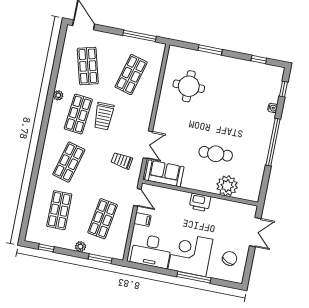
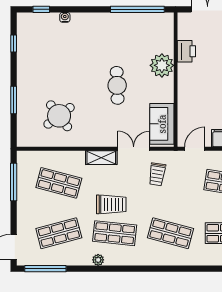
window: (60, 48) -> (45, 269), added
round table: (189, 86) -> (59, 116), turned -37
shelving: (146, 115) -> (101, 158), added
window: (273, 142) -> (137, 9), moved
cafe table: (216, 154) -> (117, 85), moved
plant: (227, 186) -> (162, 65), moved
printer: (200, 202) -> (186, 51), moved

